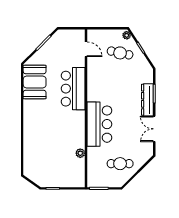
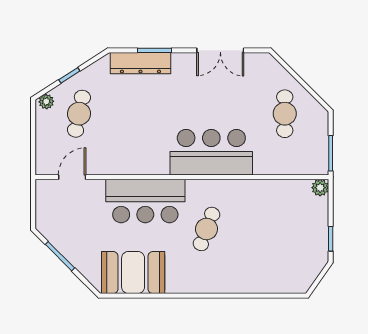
dresser: (147, 100) -> (140, 63), moved
cafe table: (58, 122) -> (207, 229), added
plant: (80, 153) -> (320, 188), moved

